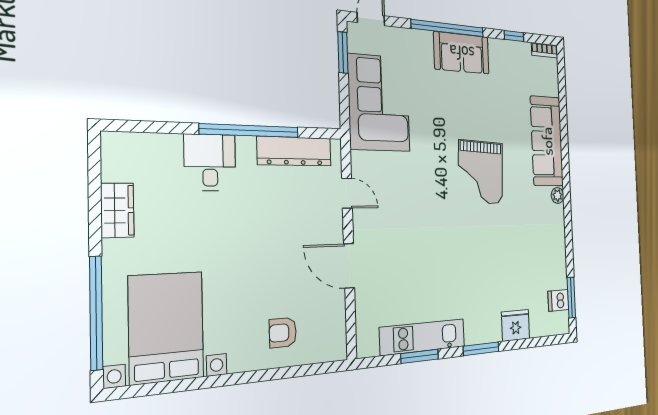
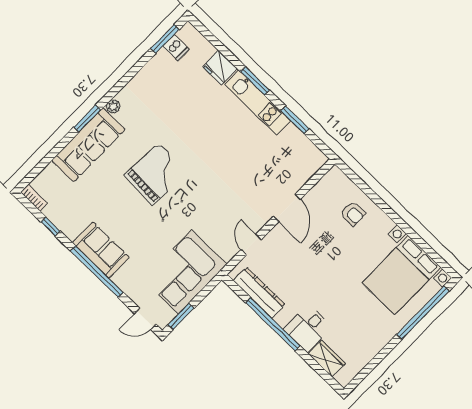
window: (565, 163) -> (87, 119), added
wardrobe: (117, 210) -> (327, 359), moved, turned 90
kitchen unit: (423, 337) -> (258, 103), moved

